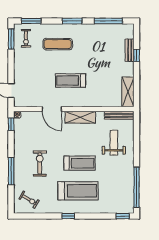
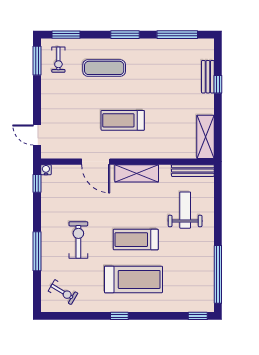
treadmill: (80, 163) -> (136, 240), turned 180

